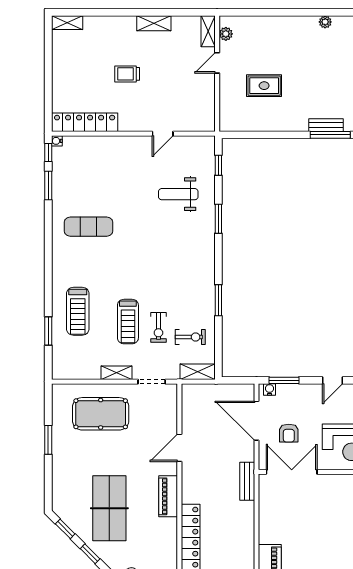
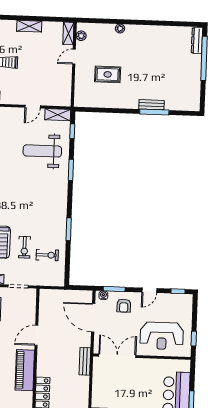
plant: (325, 22) -> (120, 29), moved
weight bench: (178, 194) -> (42, 151), width x1.36, depth x1.33
shelving: (198, 372) -> (58, 115), moved
armchair: (289, 433) -> (124, 306), moved
piano: (168, 496) -> (25, 370), width x1.37, depth x1.33

